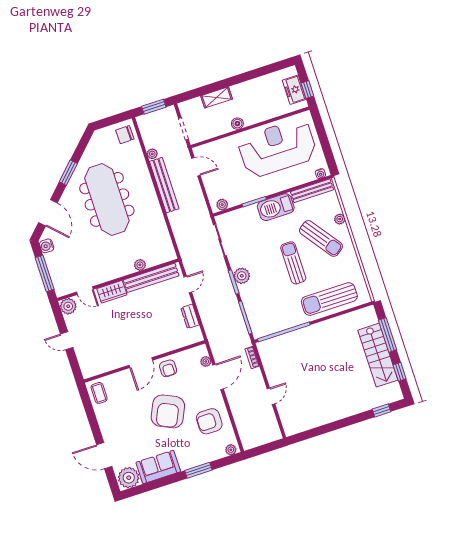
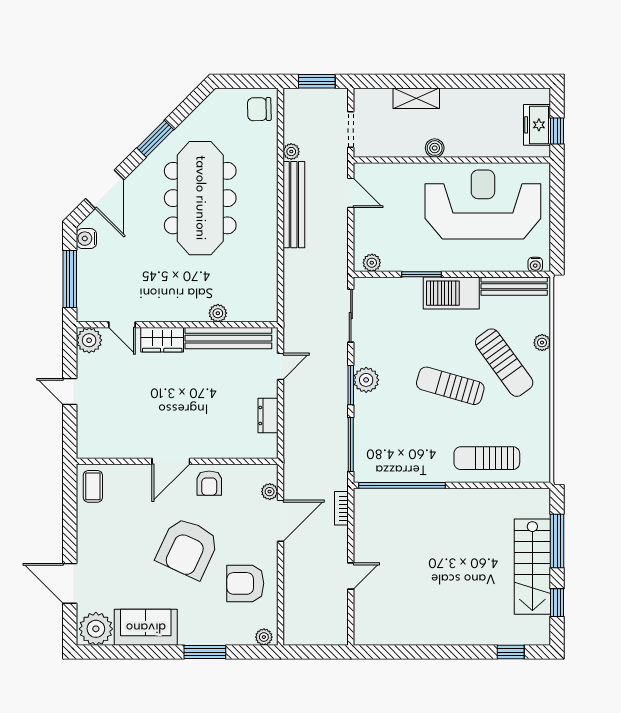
sun lounger: (293, 263) -> (450, 386), turned -74
sun lounger: (329, 299) -> (487, 458), width x0.73, depth x0.75

